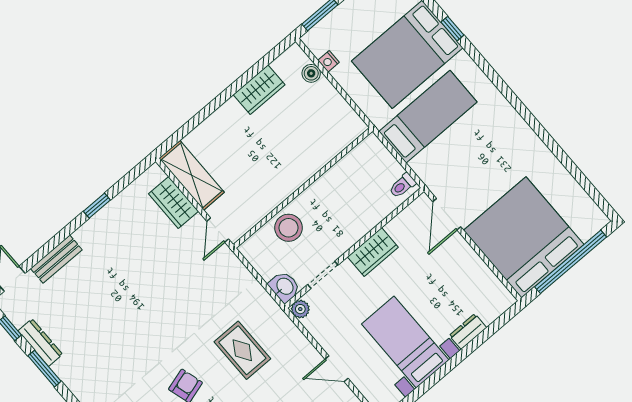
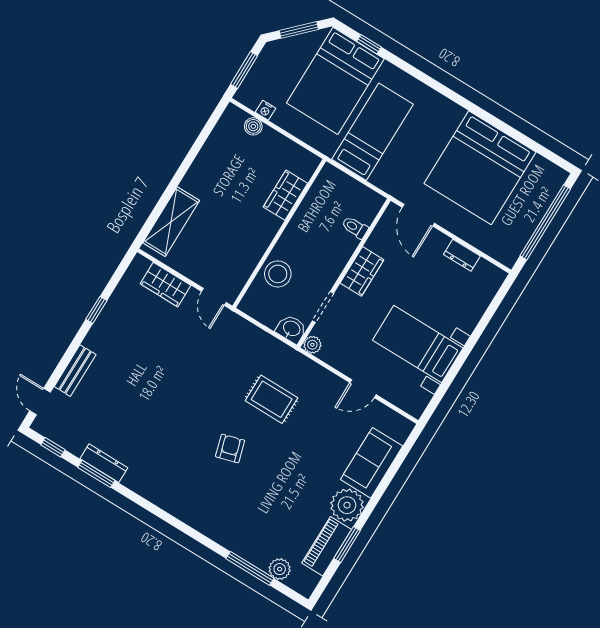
wardrobe: (259, 90) -> (285, 195), moved, turned 180
shelving: (192, 175) -> (171, 222), moved, turned 90
toilet: (402, 185) -> (355, 227), moved, turned 90
bed: (524, 237) -> (480, 168), moved, turned -90
dresser: (468, 332) -> (462, 255), moved, turned -90
dresser: (40, 343) -> (104, 463), moved

